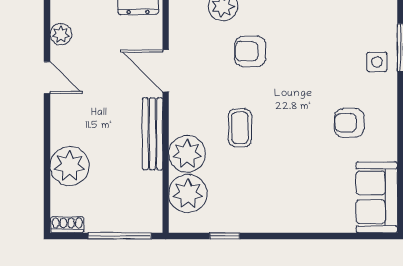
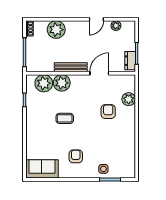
coffee table: (240, 128) -> (65, 118), moved

